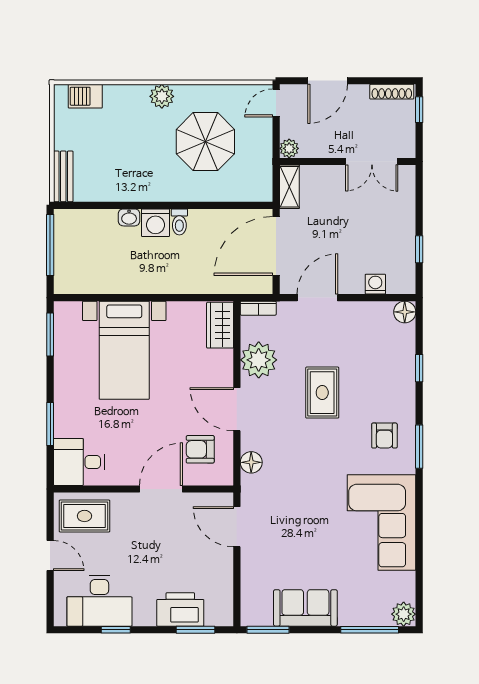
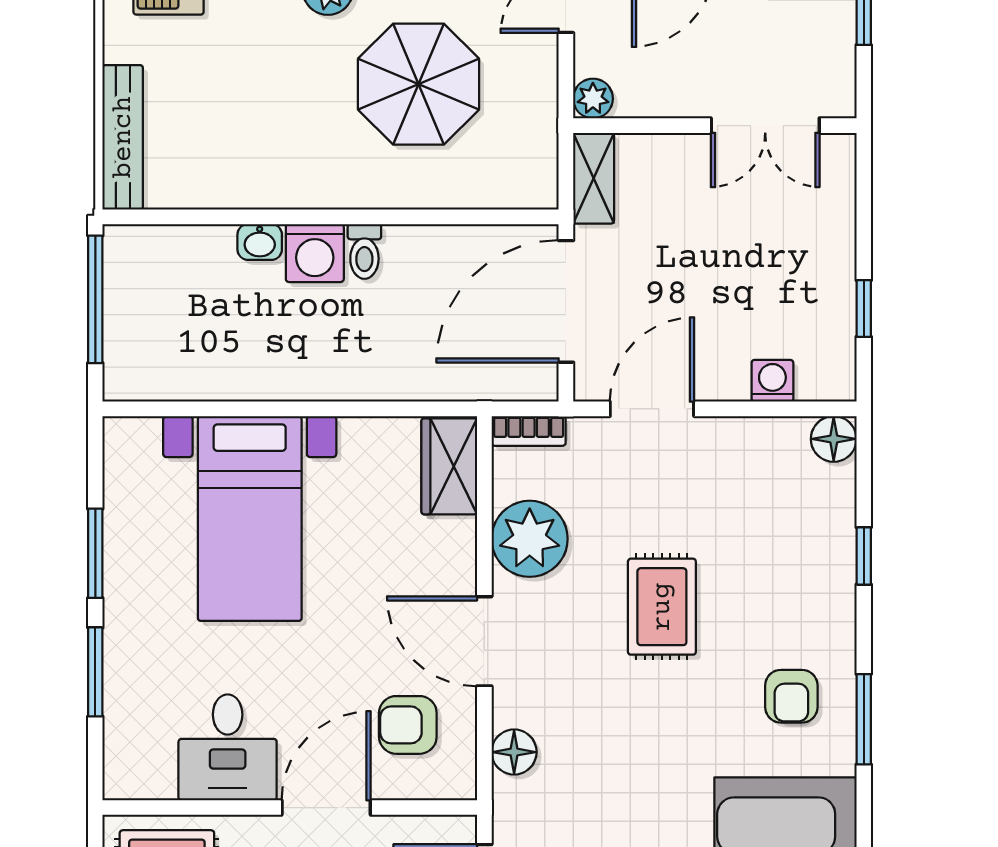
bench: (63, 176) -> (123, 137), width x1.36
window: (50, 335) -> (95, 553), moved
desk: (79, 462) -> (228, 747), moved, turned -90

